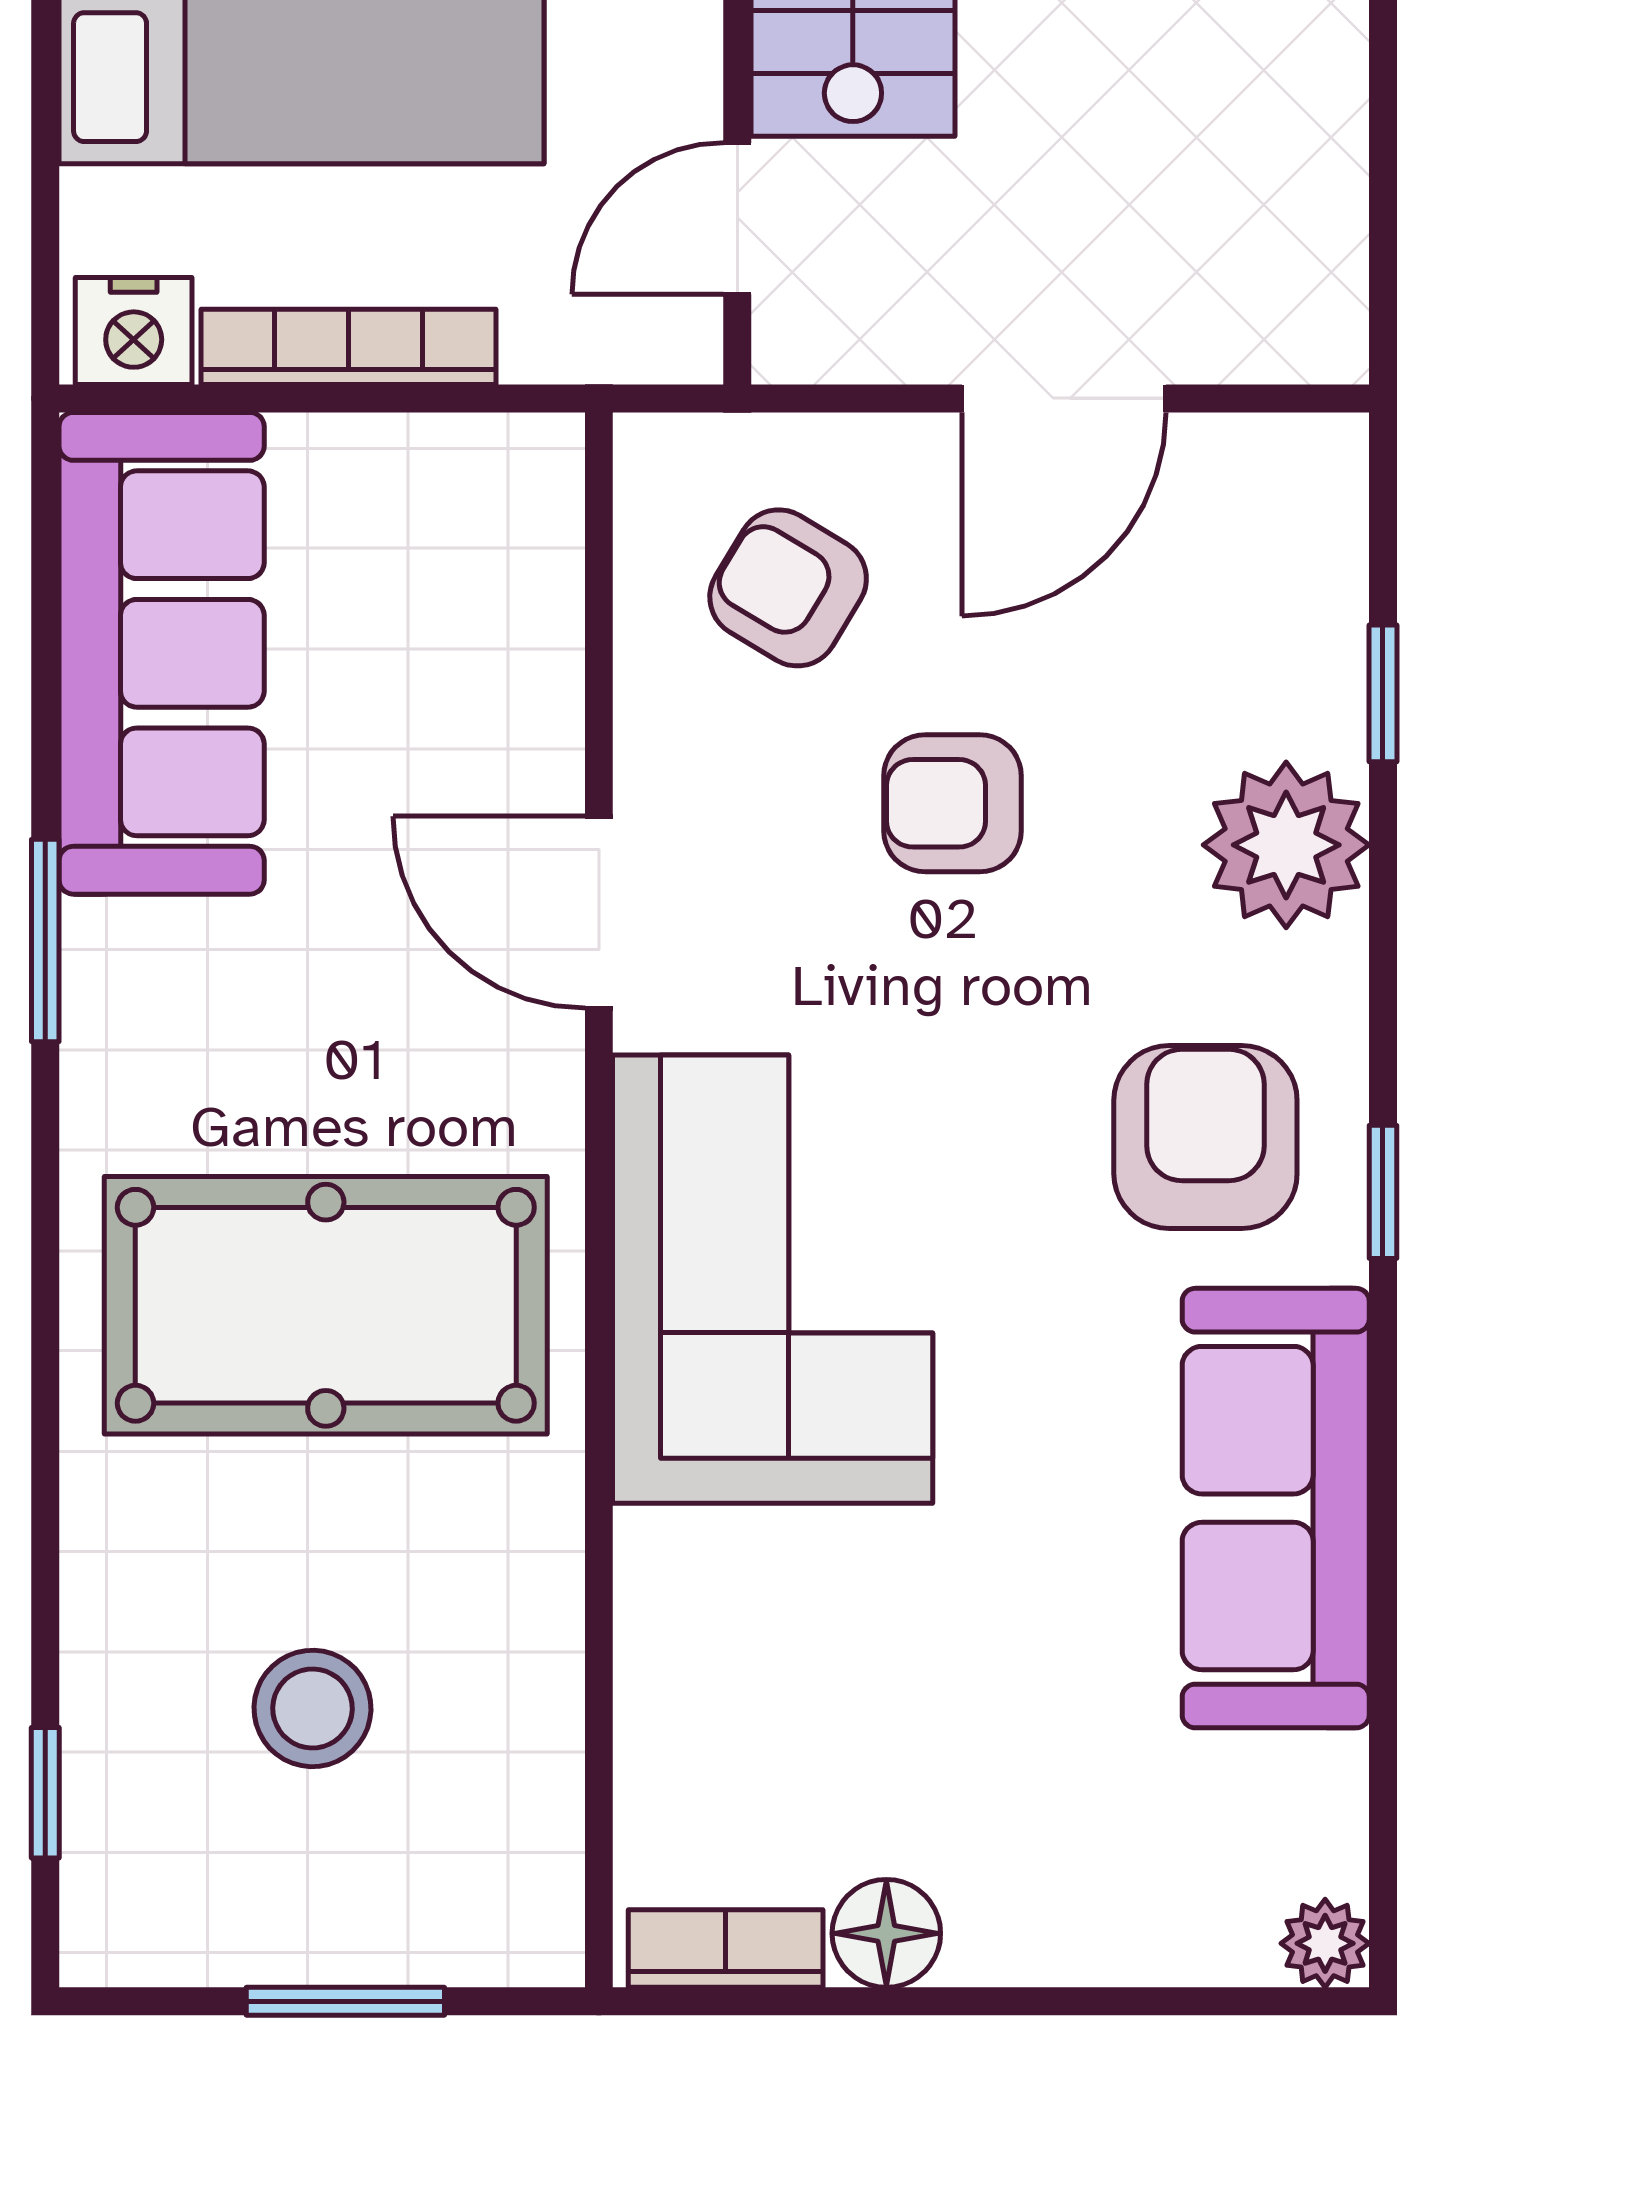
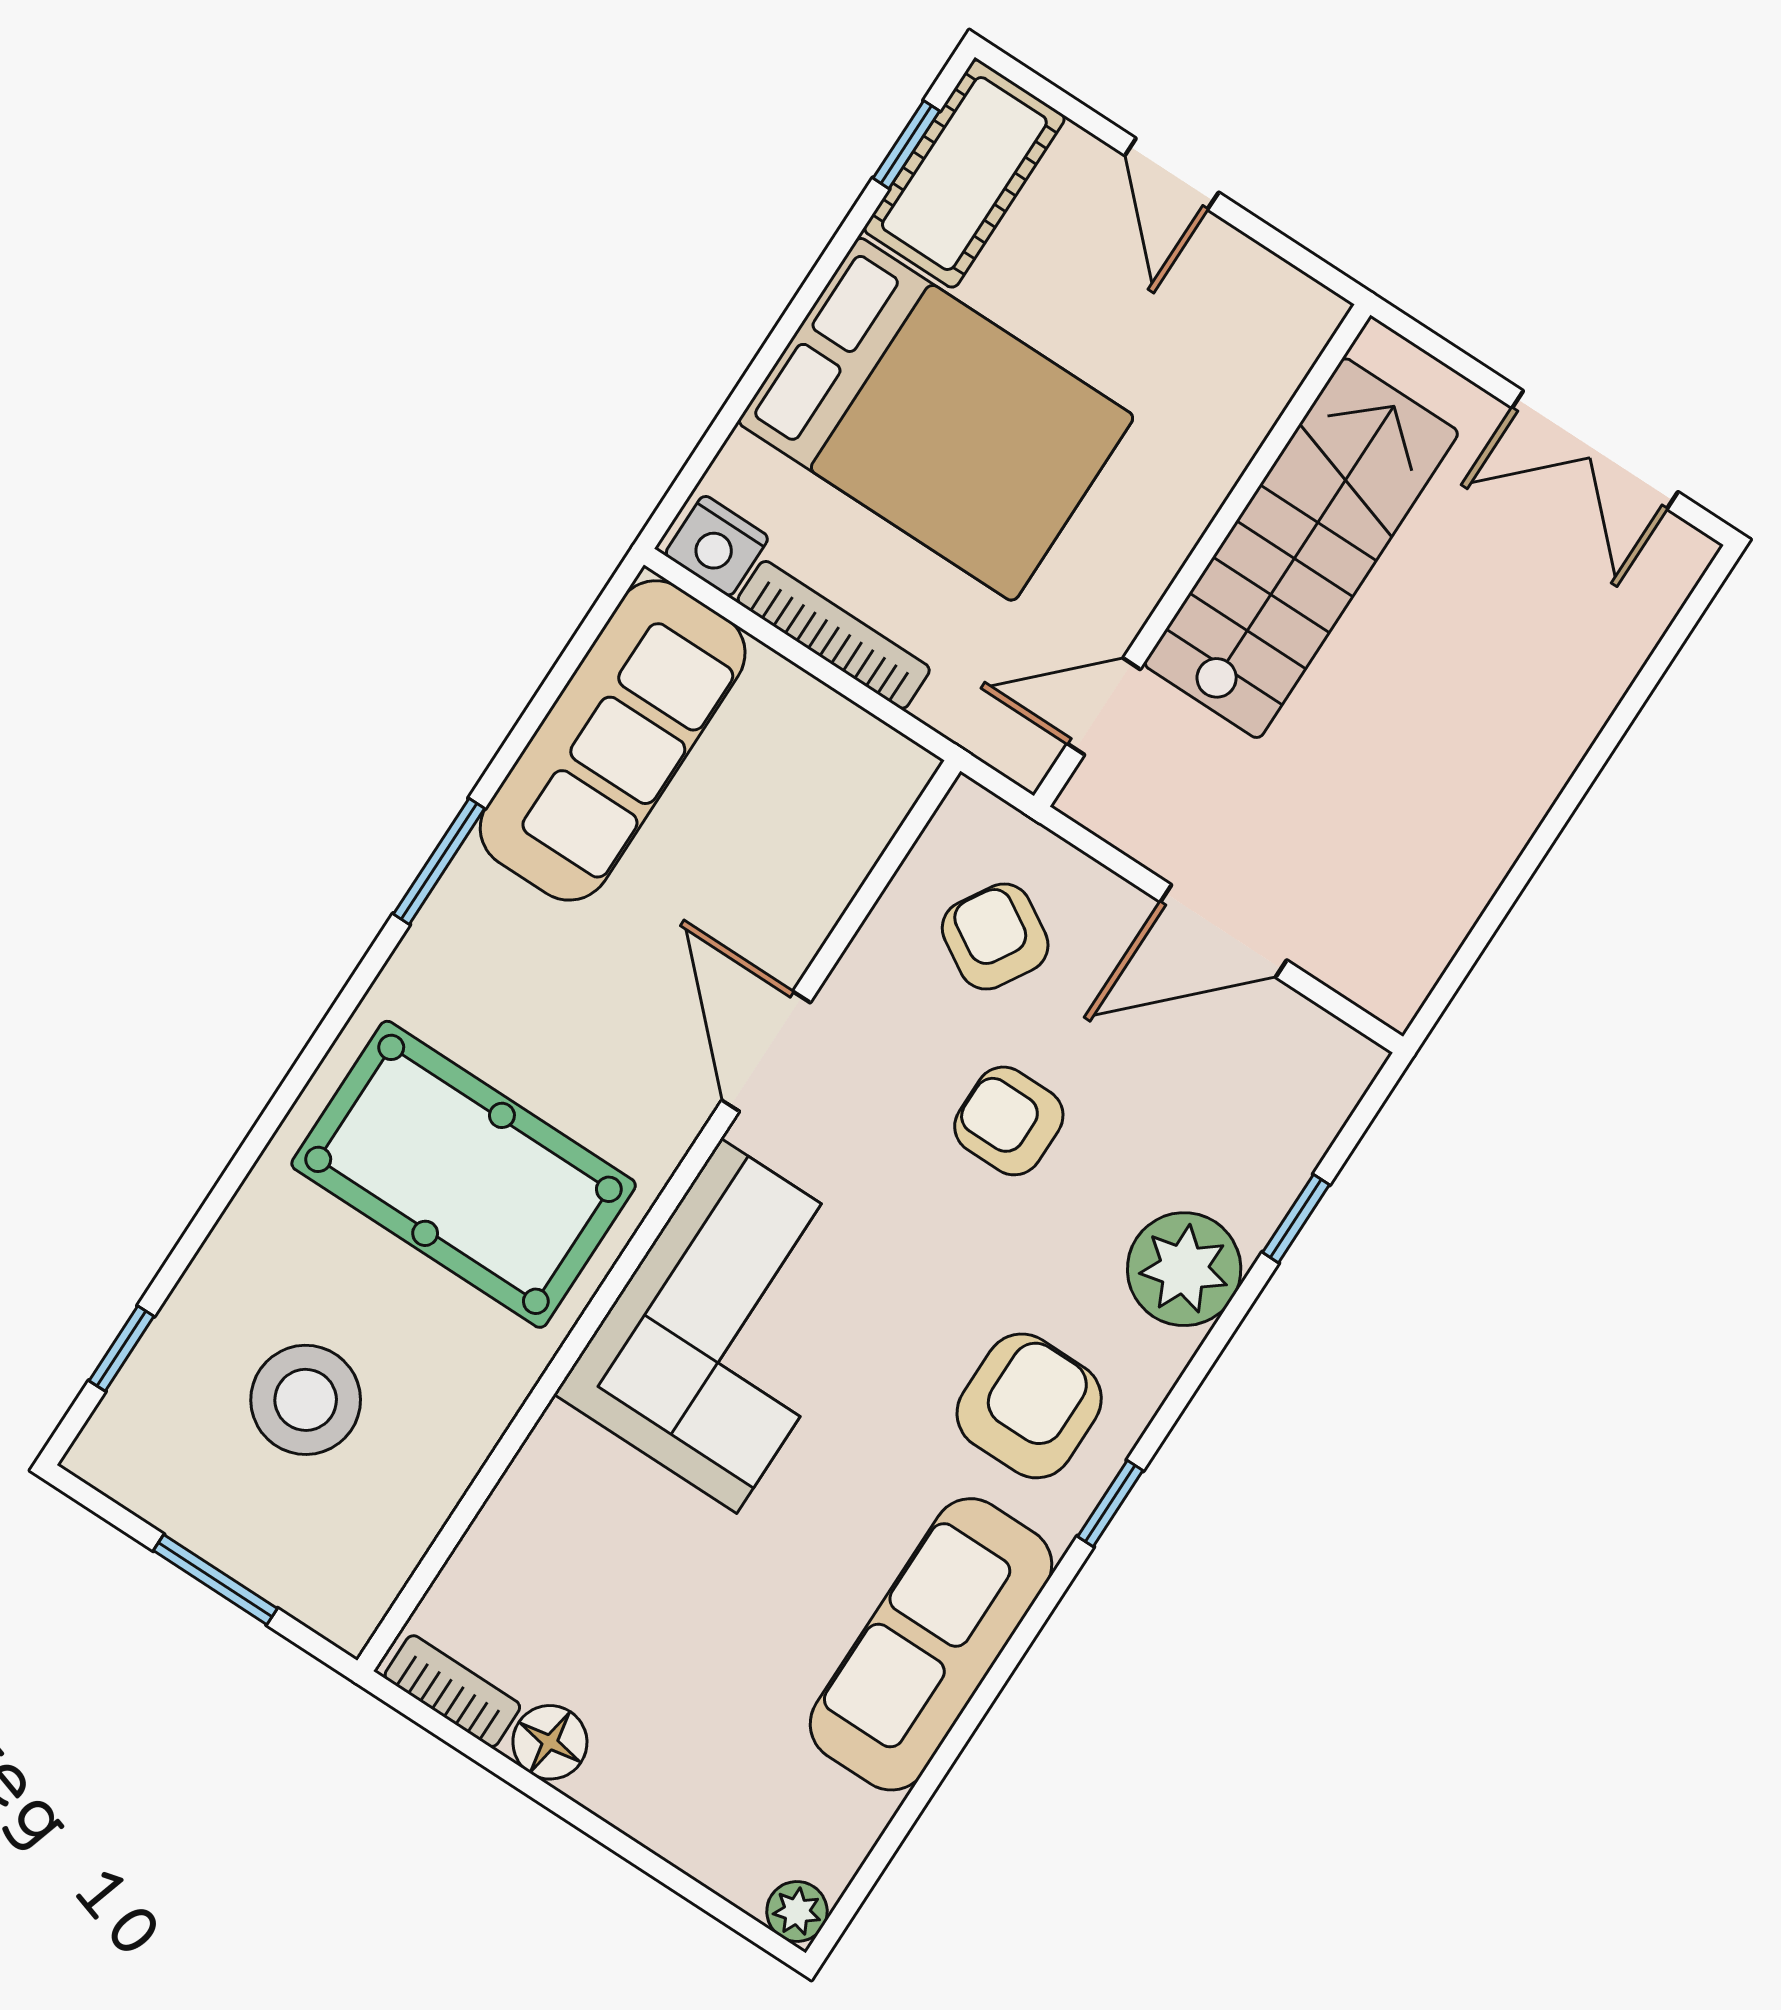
stool: (312, 1708) -> (306, 1400), width x1.38, depth x1.38

